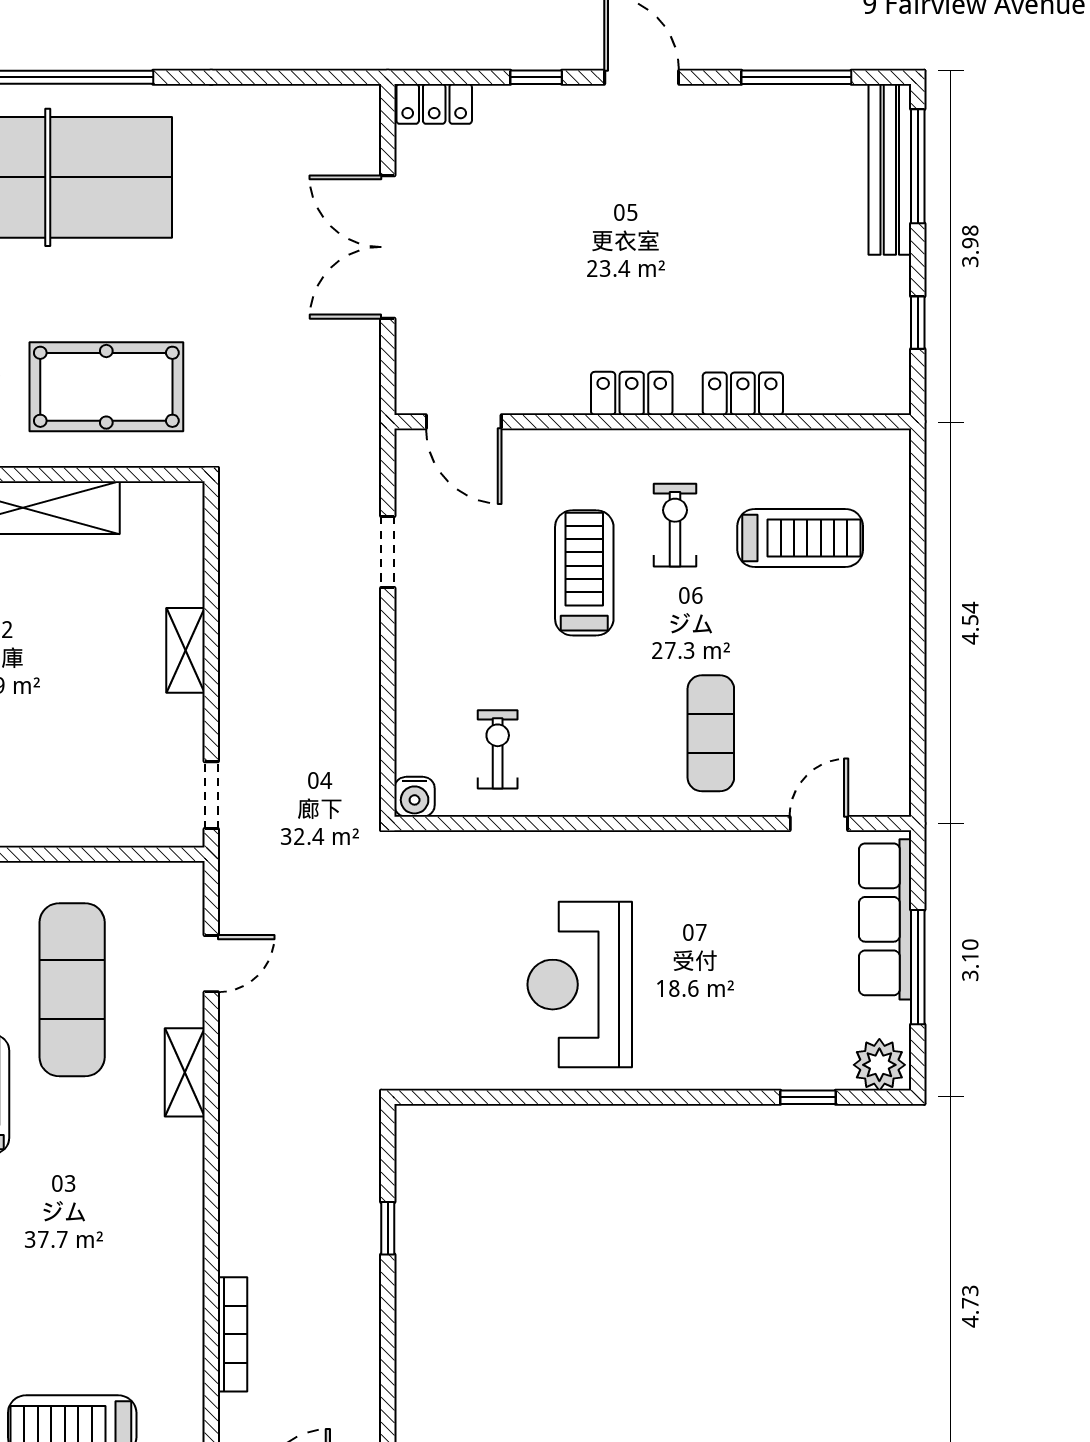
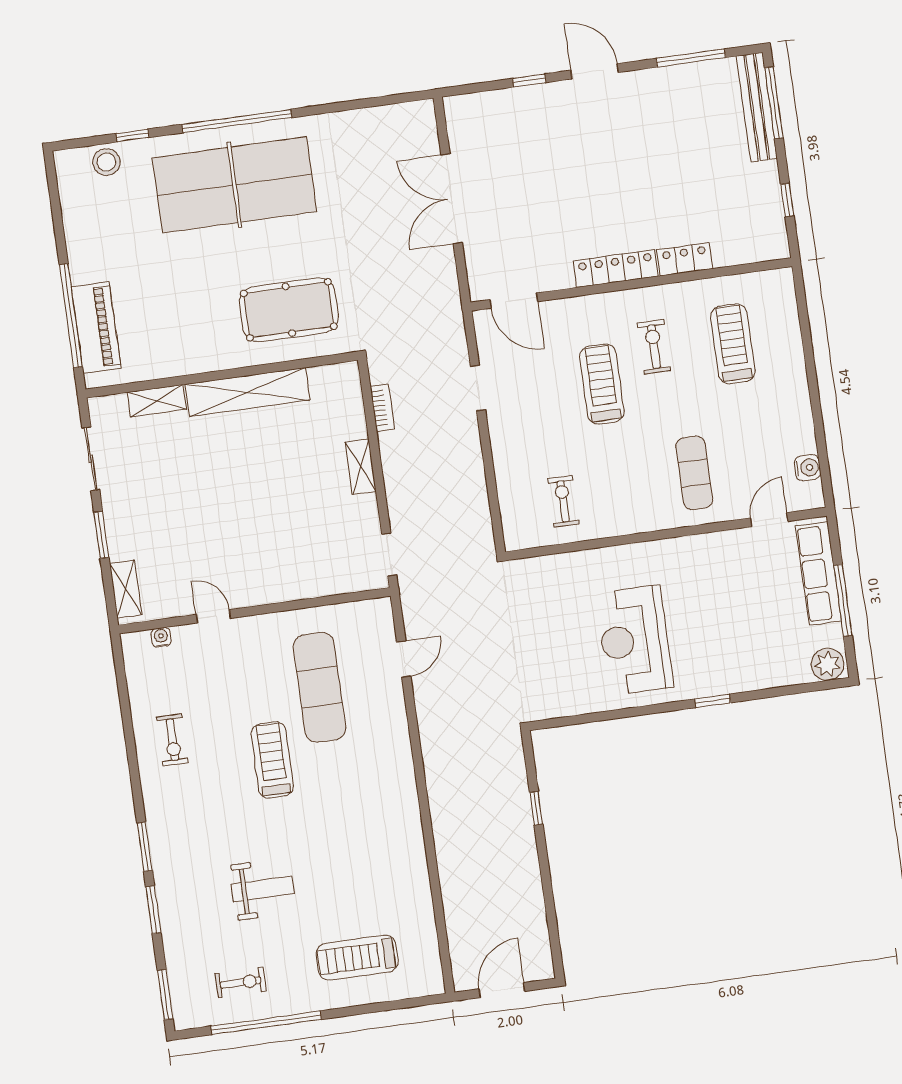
locker: (434, 104) -> (468, 106), removed
locker: (632, 393) -> (616, 269), width x1.53
treadmill: (800, 538) -> (733, 344), turned -90
water cooler: (415, 797) -> (808, 468), moved, turned -90
shelving: (185, 1072) -> (397, 729), removed
window: (808, 1097) -> (713, 701), moved
bookcase: (232, 1334) -> (382, 408), moved, width x0.64

